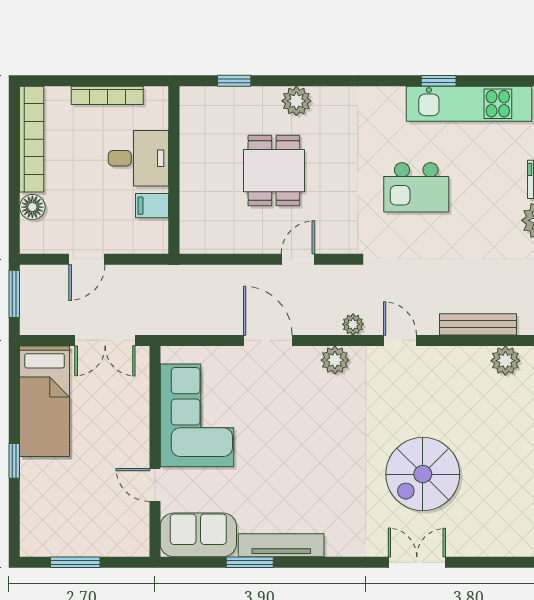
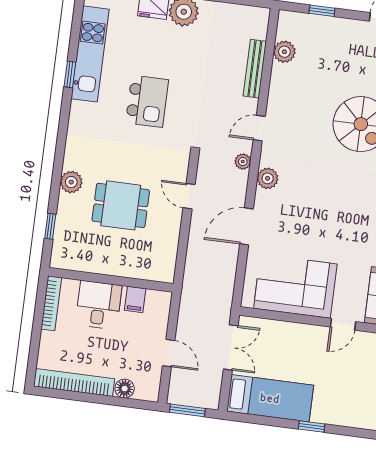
bookcase: (107, 95) -> (51, 303), moved

